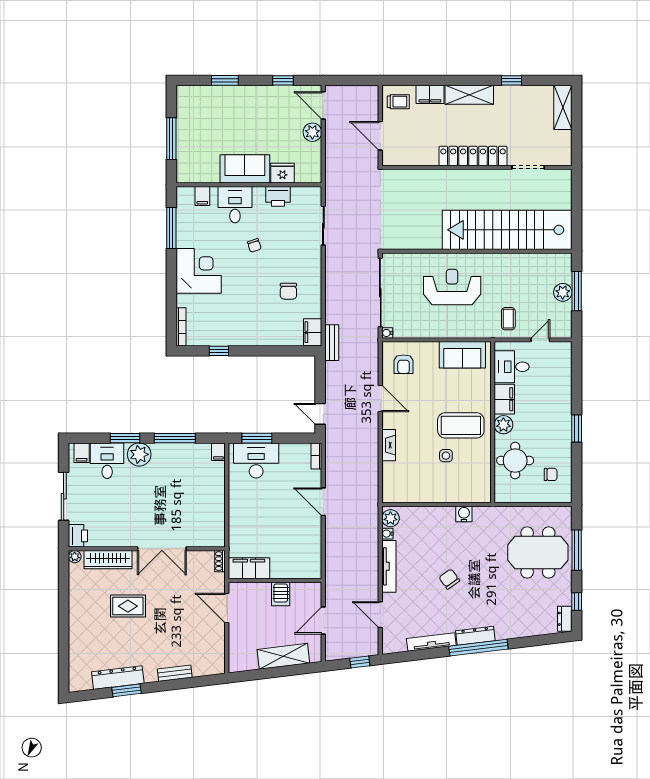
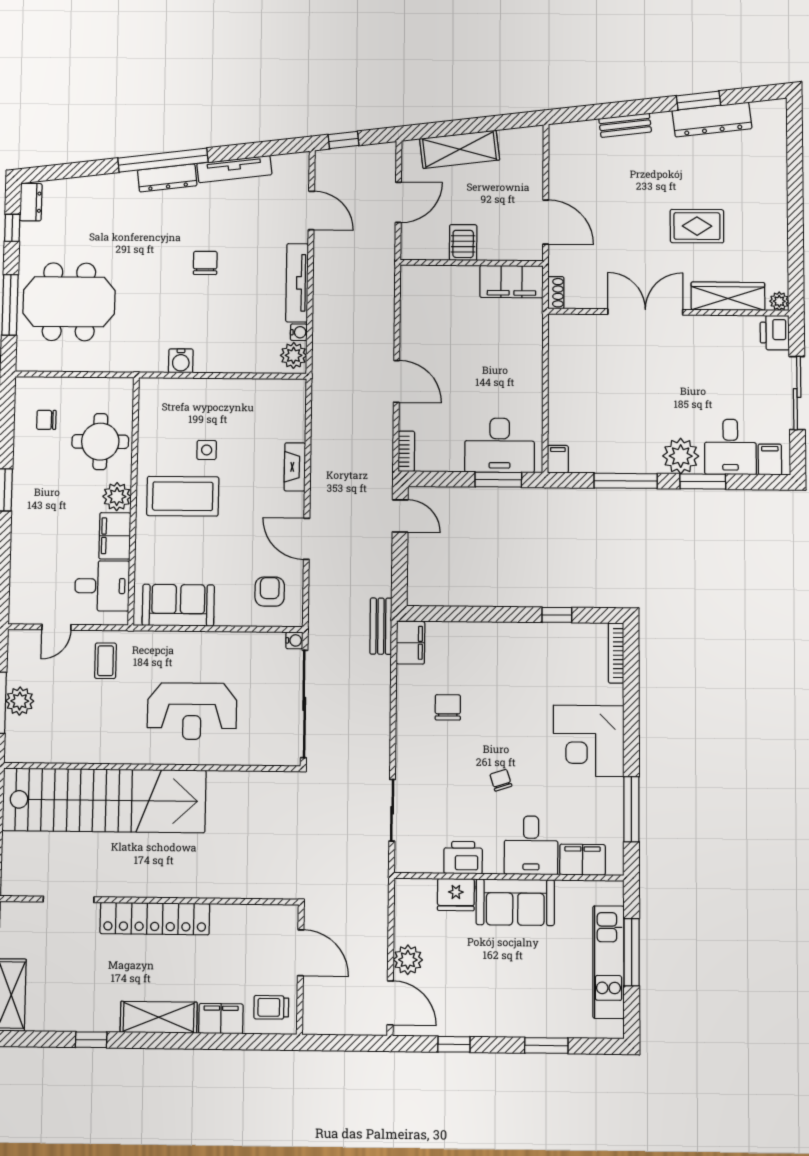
kitchen unit: (186, 132) -> (608, 962), added
filing cabinet: (202, 196) -> (583, 860), width x2.00
chair: (449, 579) -> (205, 263), turned -144

